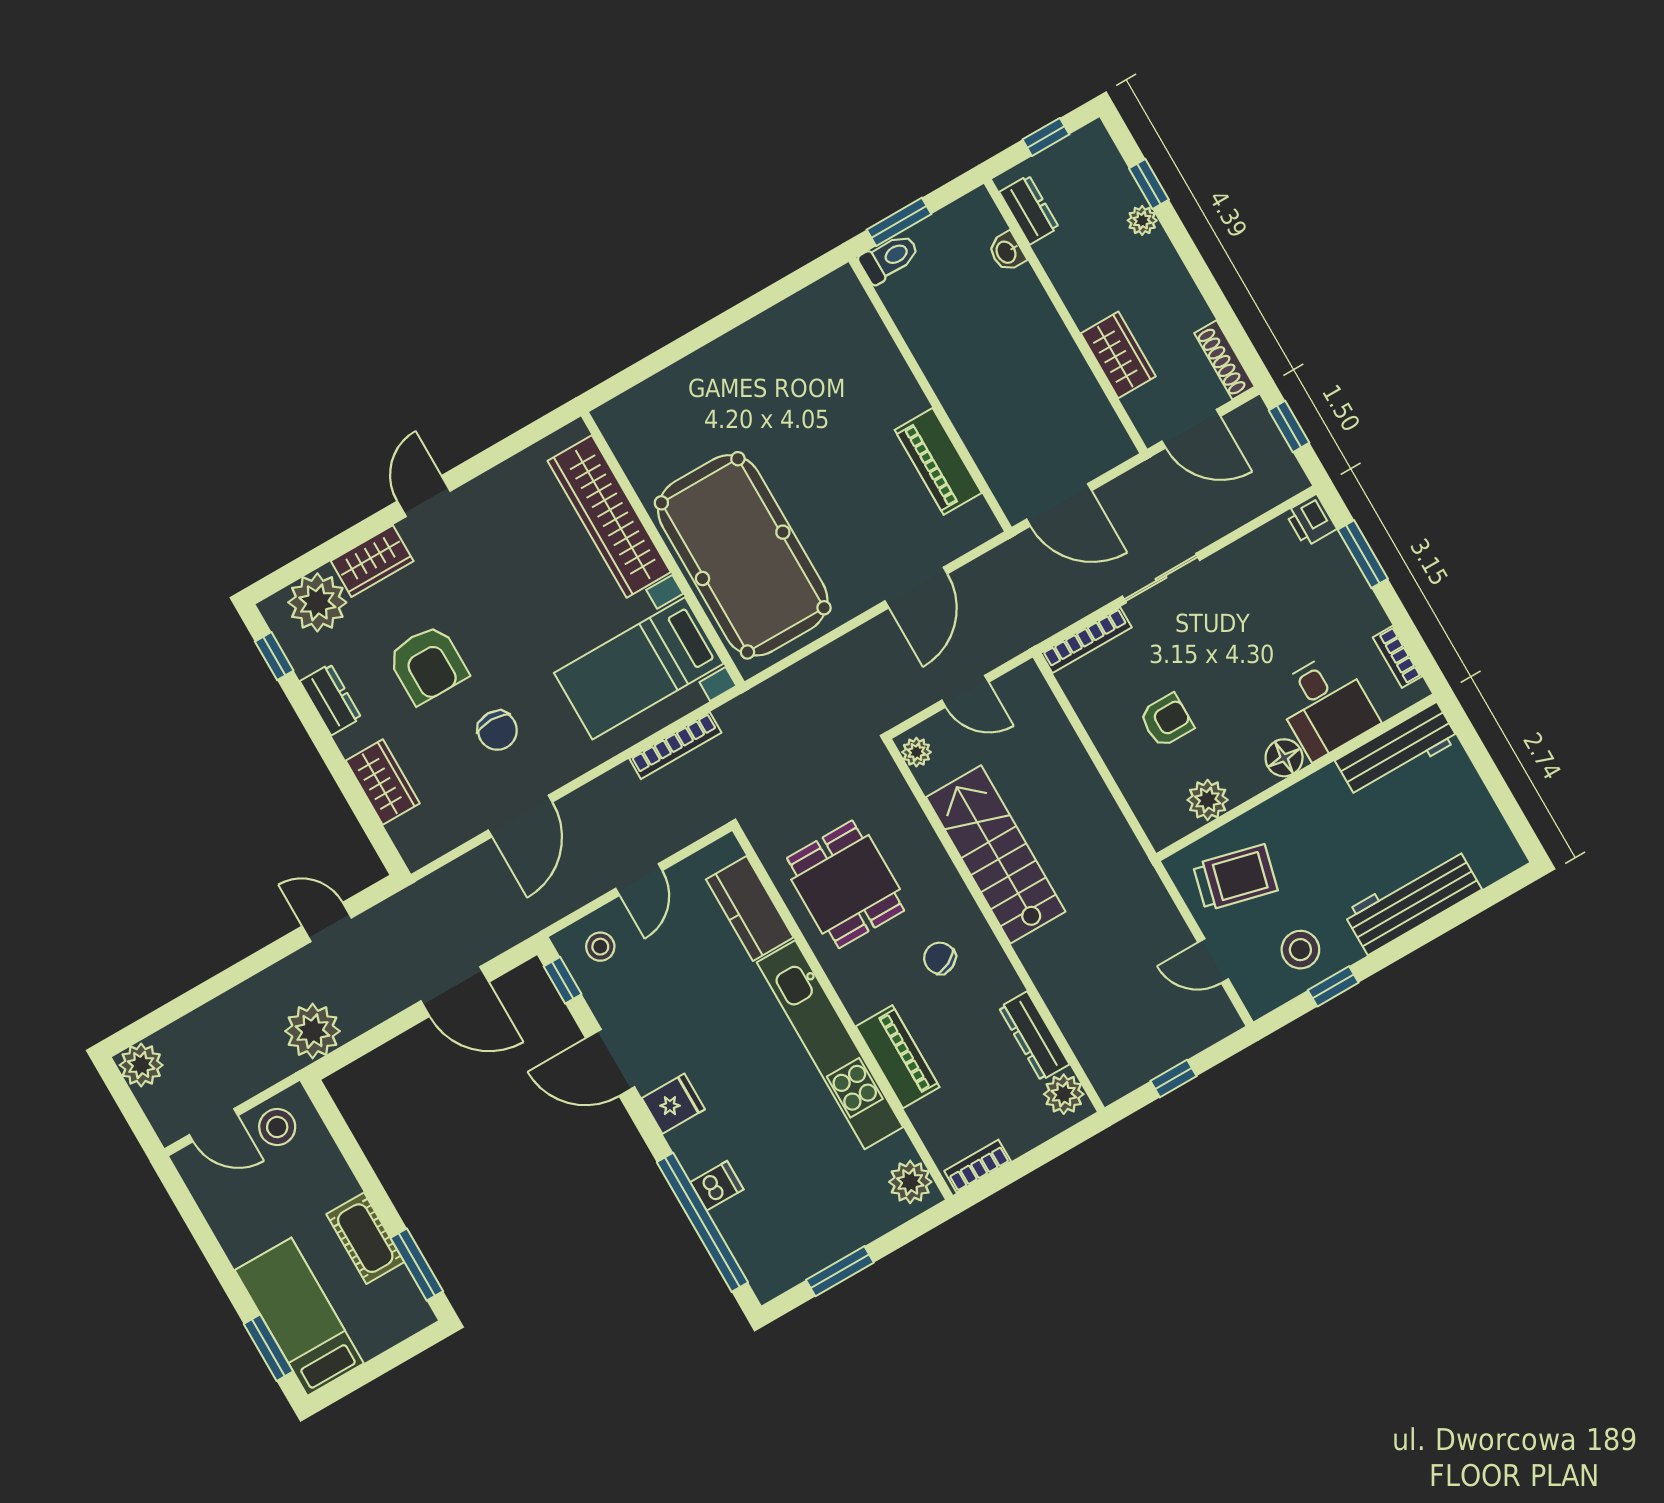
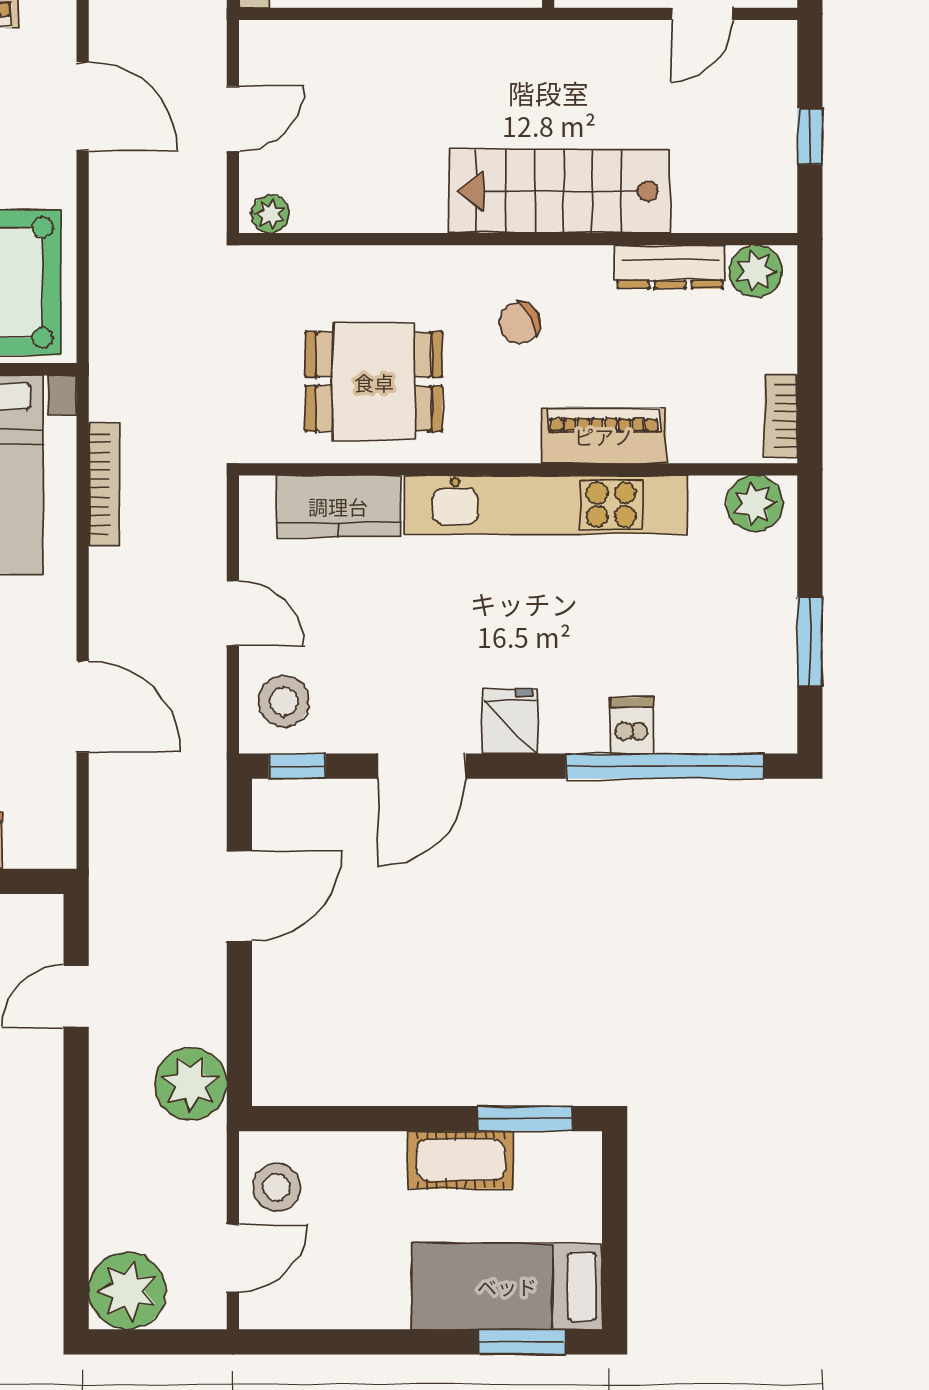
stairs: (996, 854) -> (559, 191), moved
stool: (600, 947) -> (284, 701), width x1.37, depth x1.37
plant: (141, 1065) -> (127, 1291), width x1.36, depth x1.36

